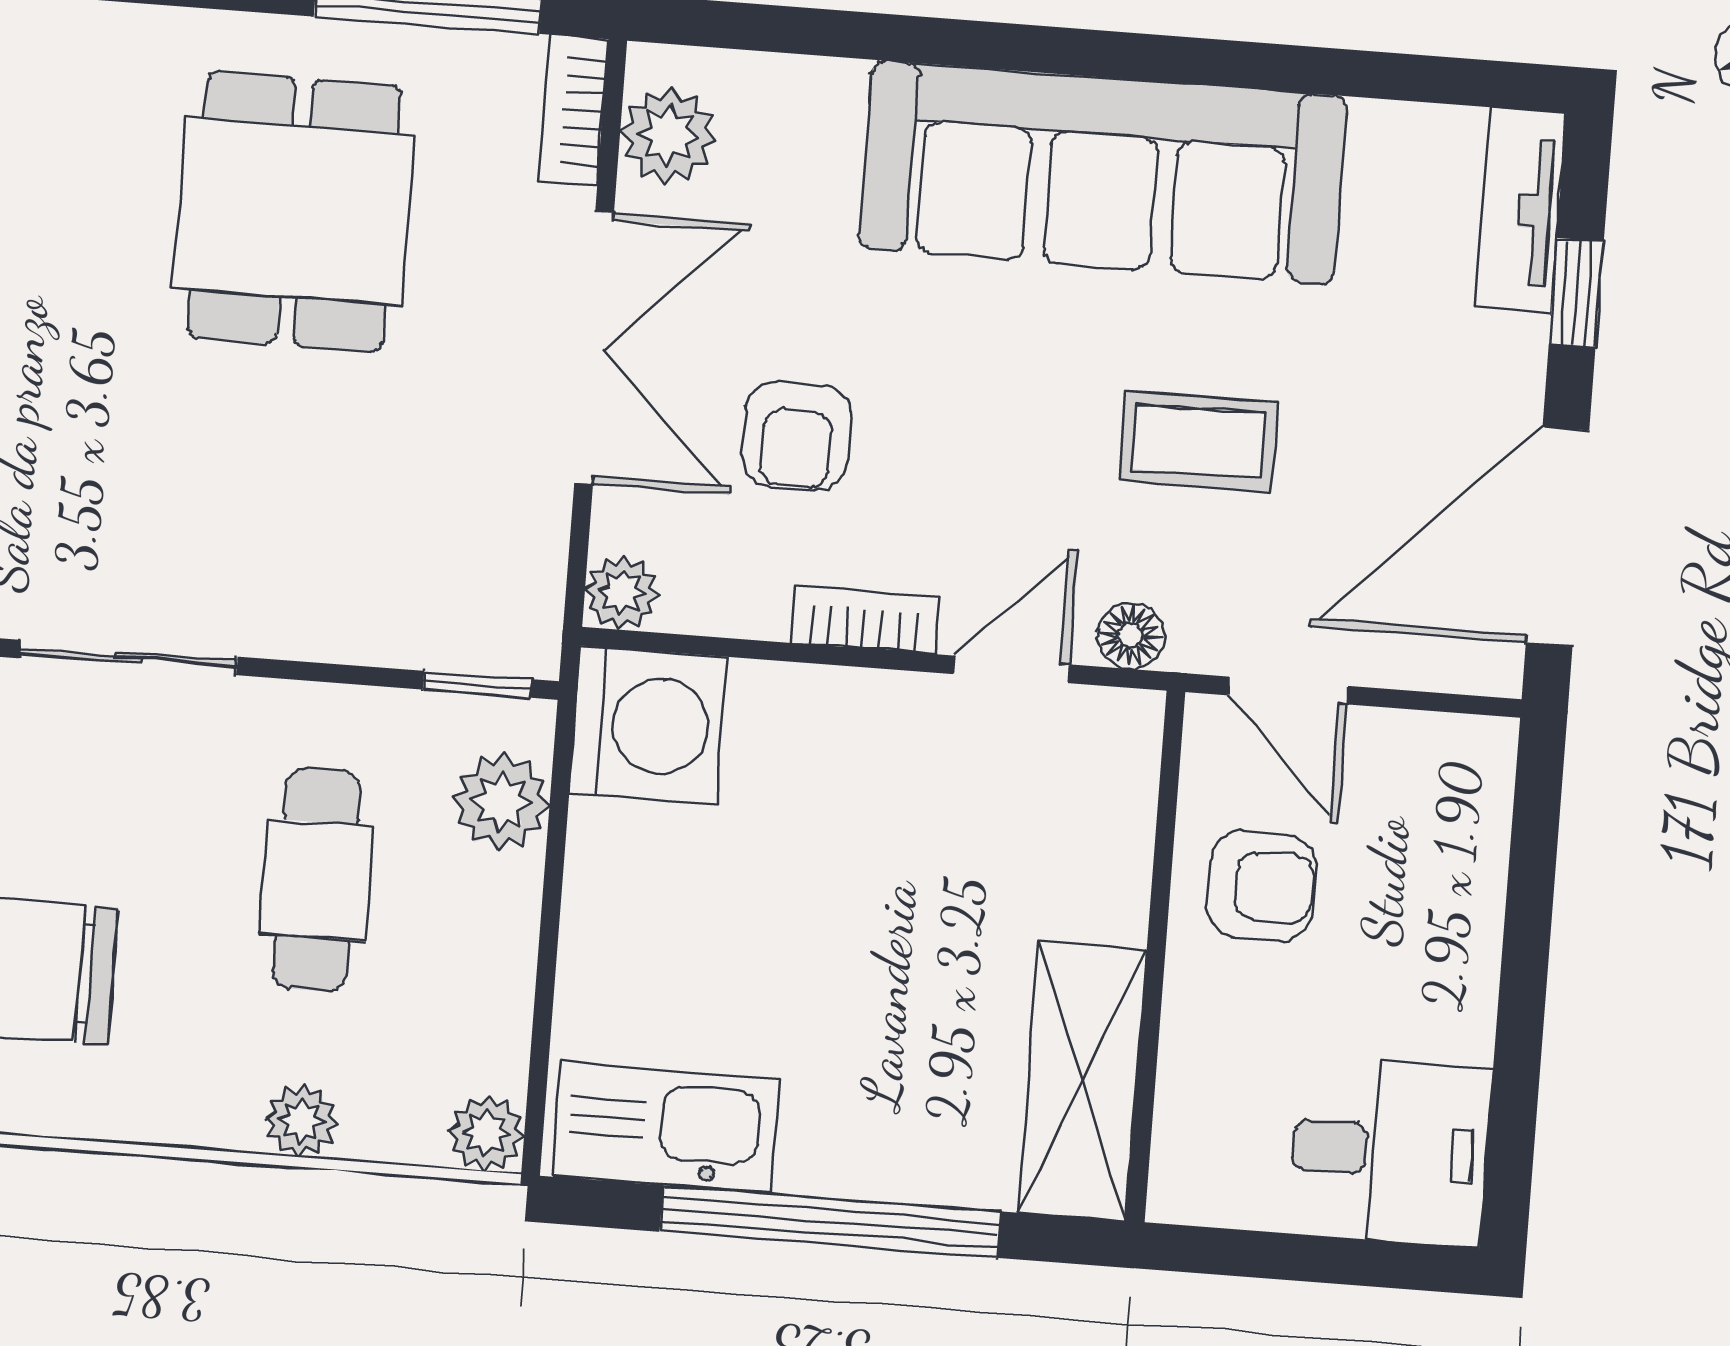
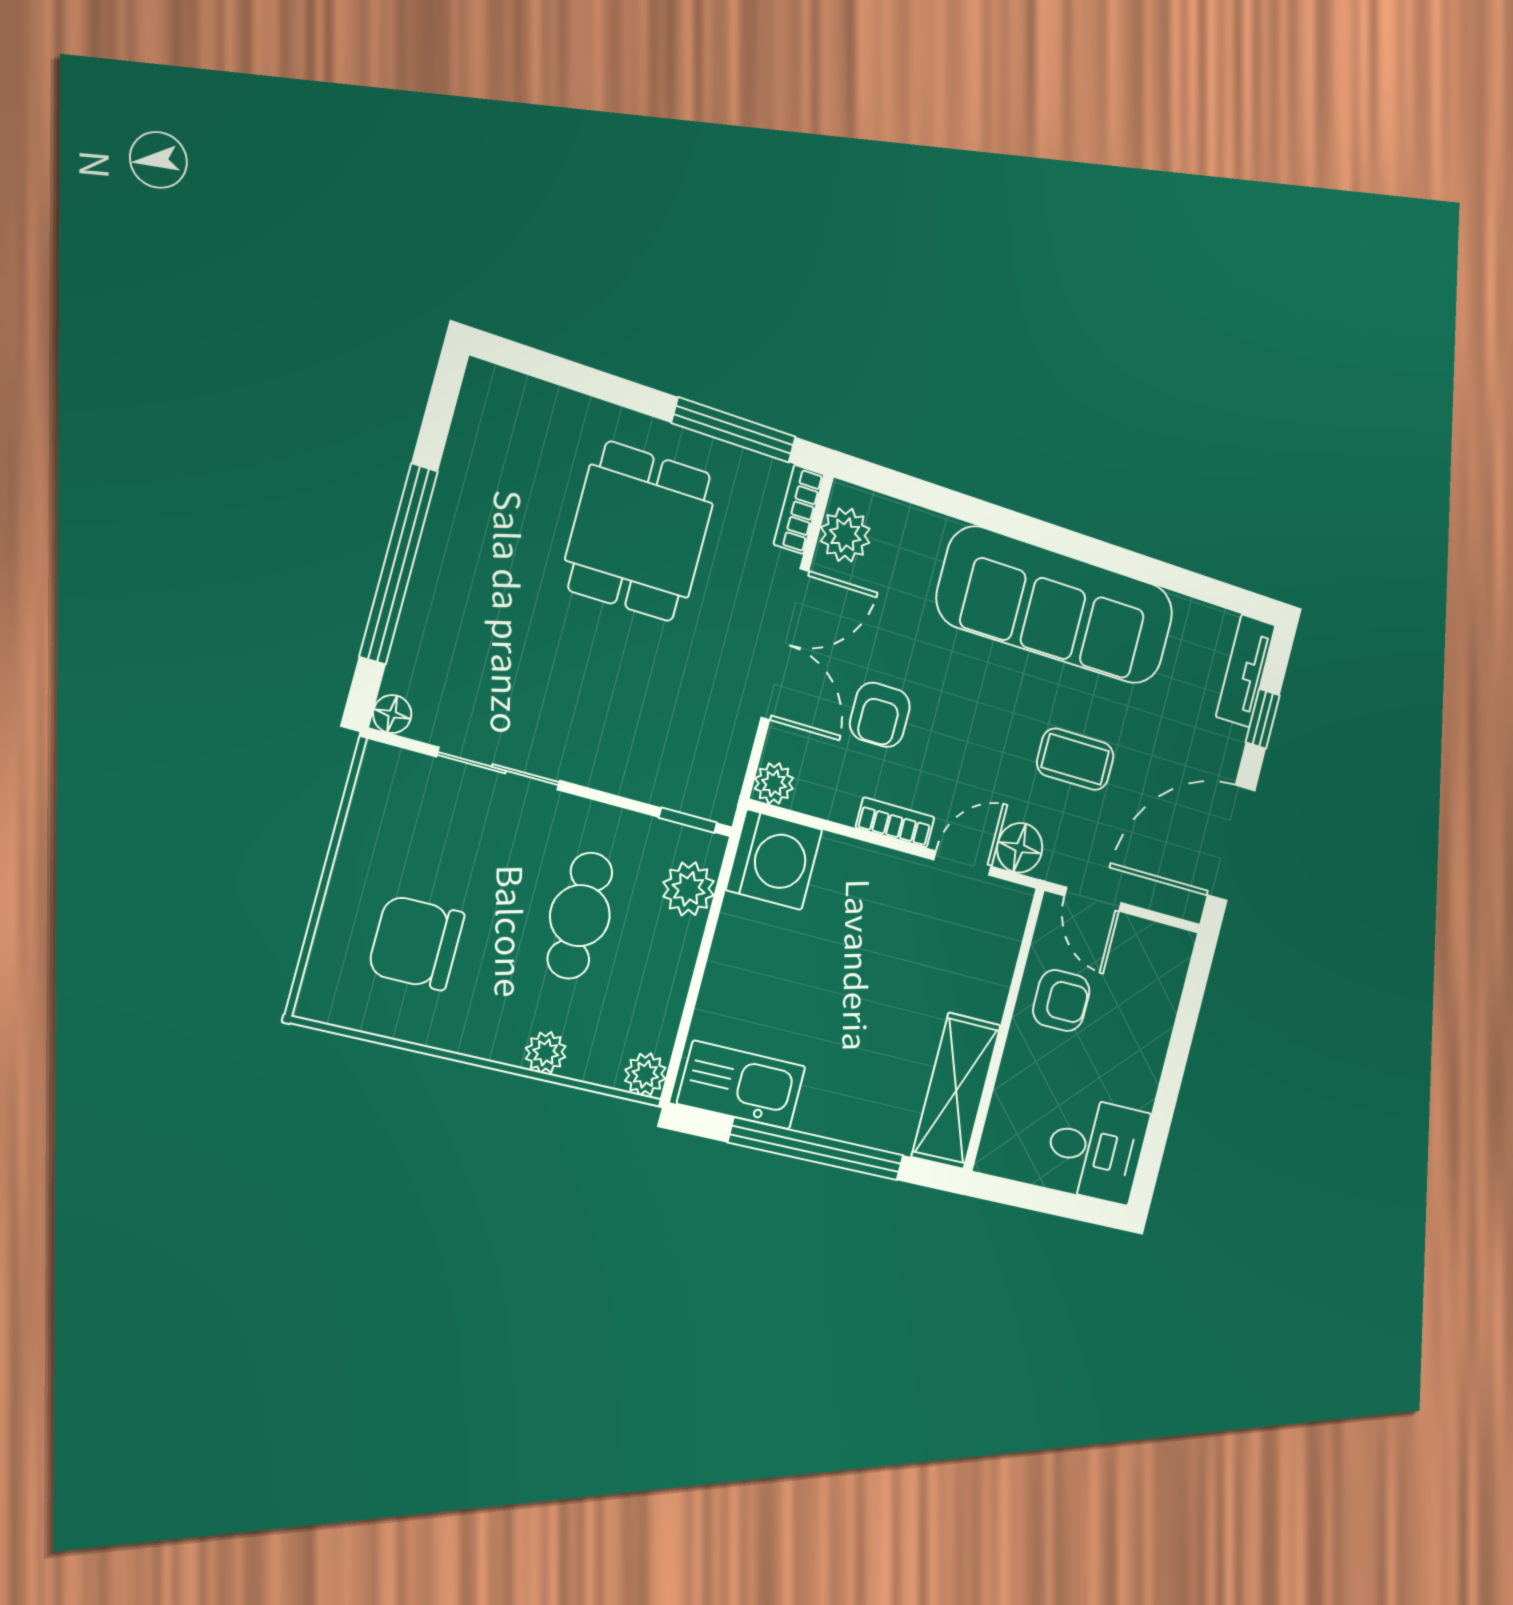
floor lamp: (1131, 636) -> (1020, 848), width x1.37, depth x1.37

